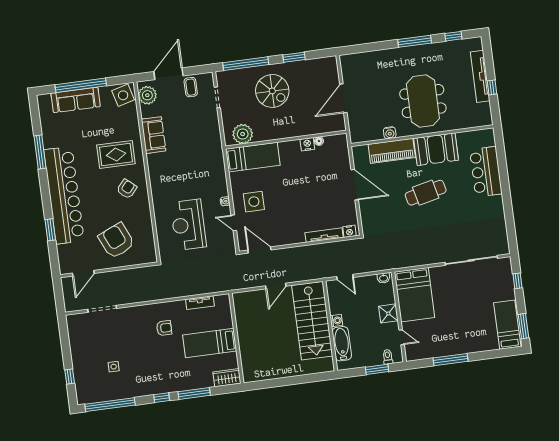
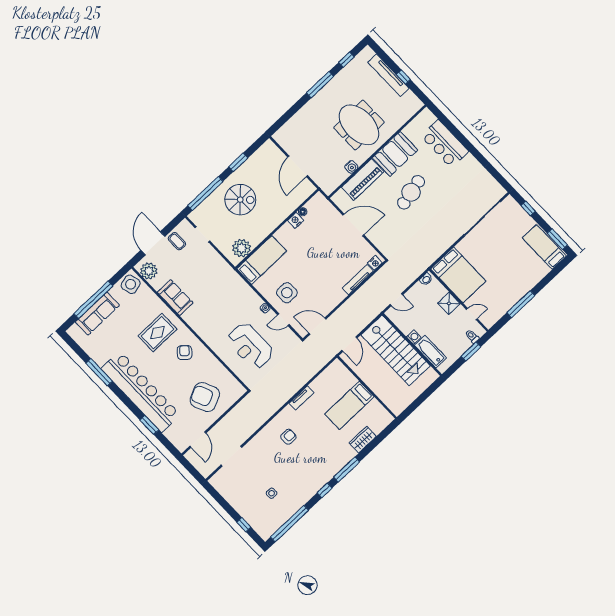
wall: (236, 338) -> (367, 387), moved
bed: (210, 343) -> (349, 405), moved

